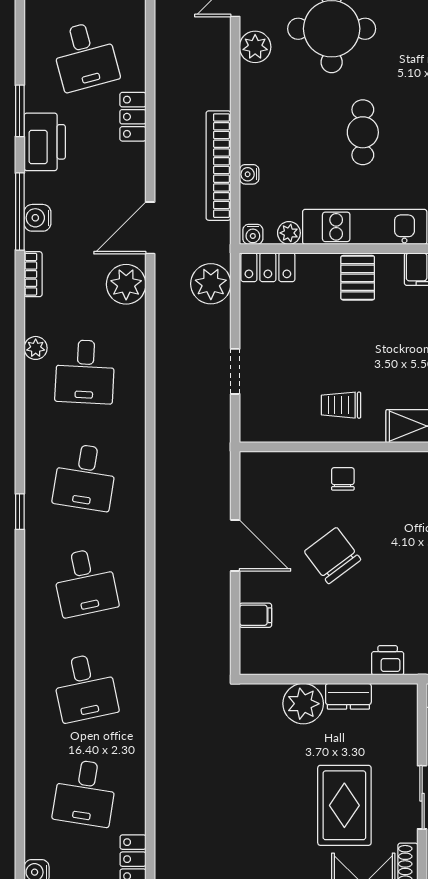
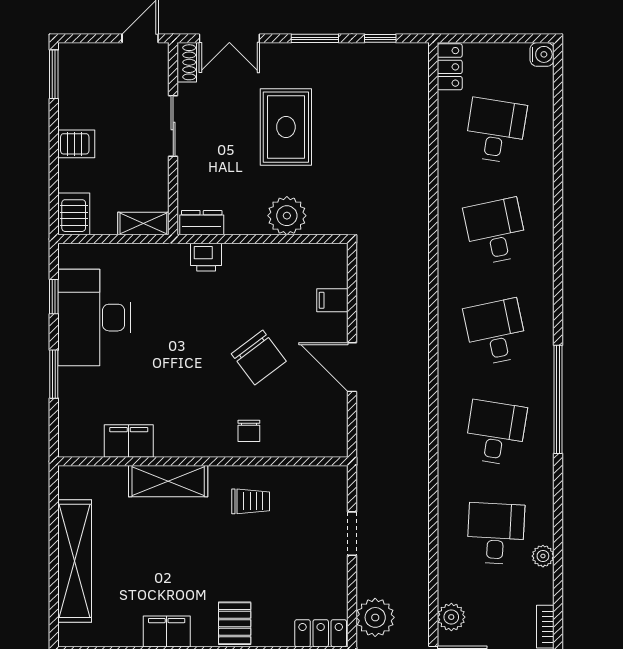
plant: (126, 284) -> (451, 617), width x0.73, depth x0.73
window: (20, 512) -> (558, 399), width x3.17
dresser: (348, 696) -> (202, 223), moved
rug: (344, 805) -> (286, 127), moved

